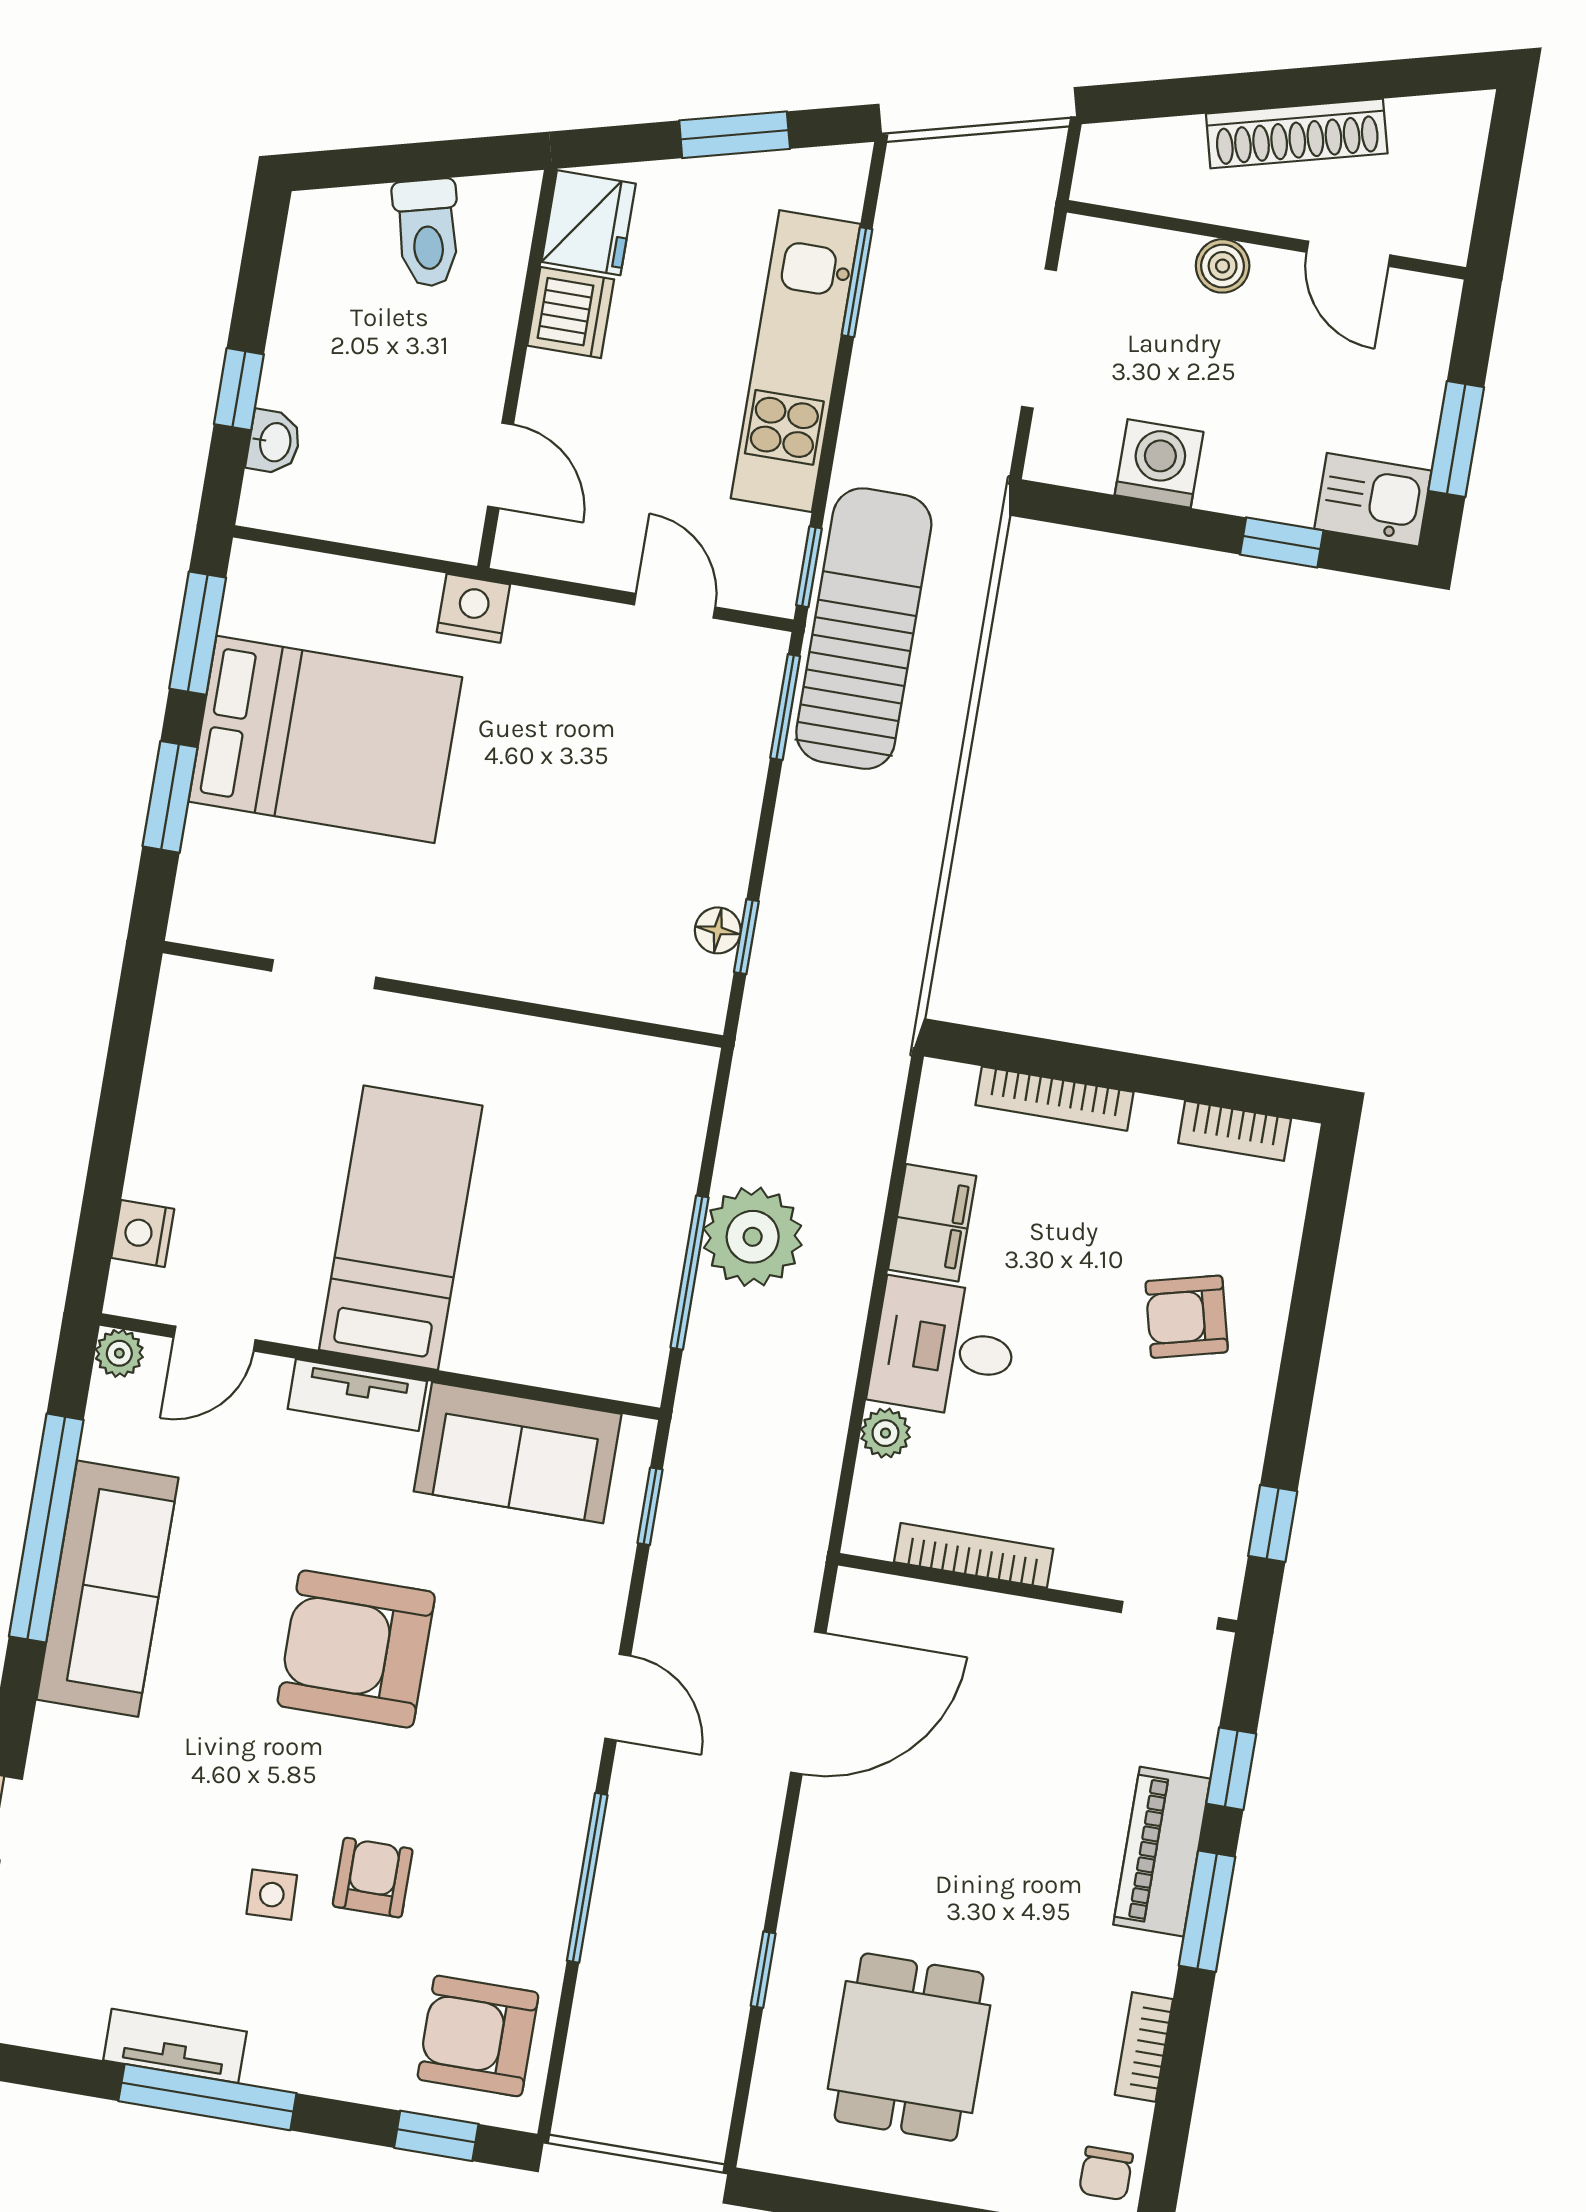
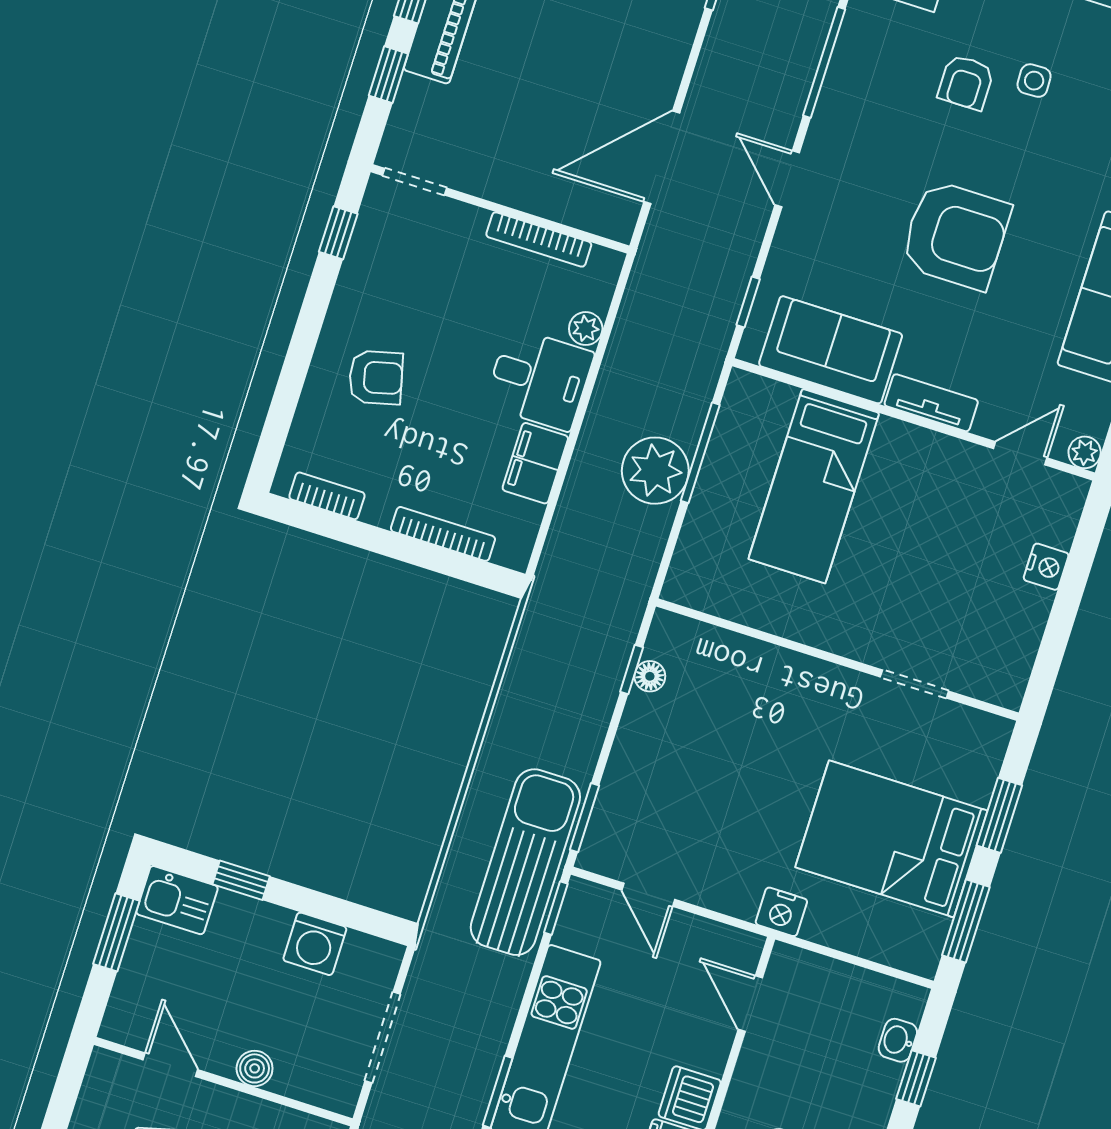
sun lounger: (864, 629) -> (525, 862), turned 180
bed: (401, 1228) -> (814, 486), moved
nightstand: (143, 1233) -> (1046, 567), moved

